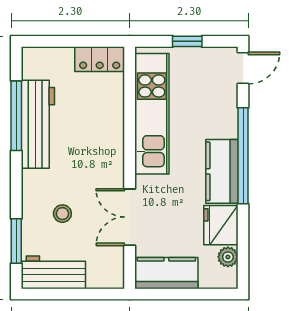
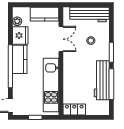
window: (16, 241) -> (111, 52), moved
workbench: (53, 272) -> (90, 14), width x1.38

